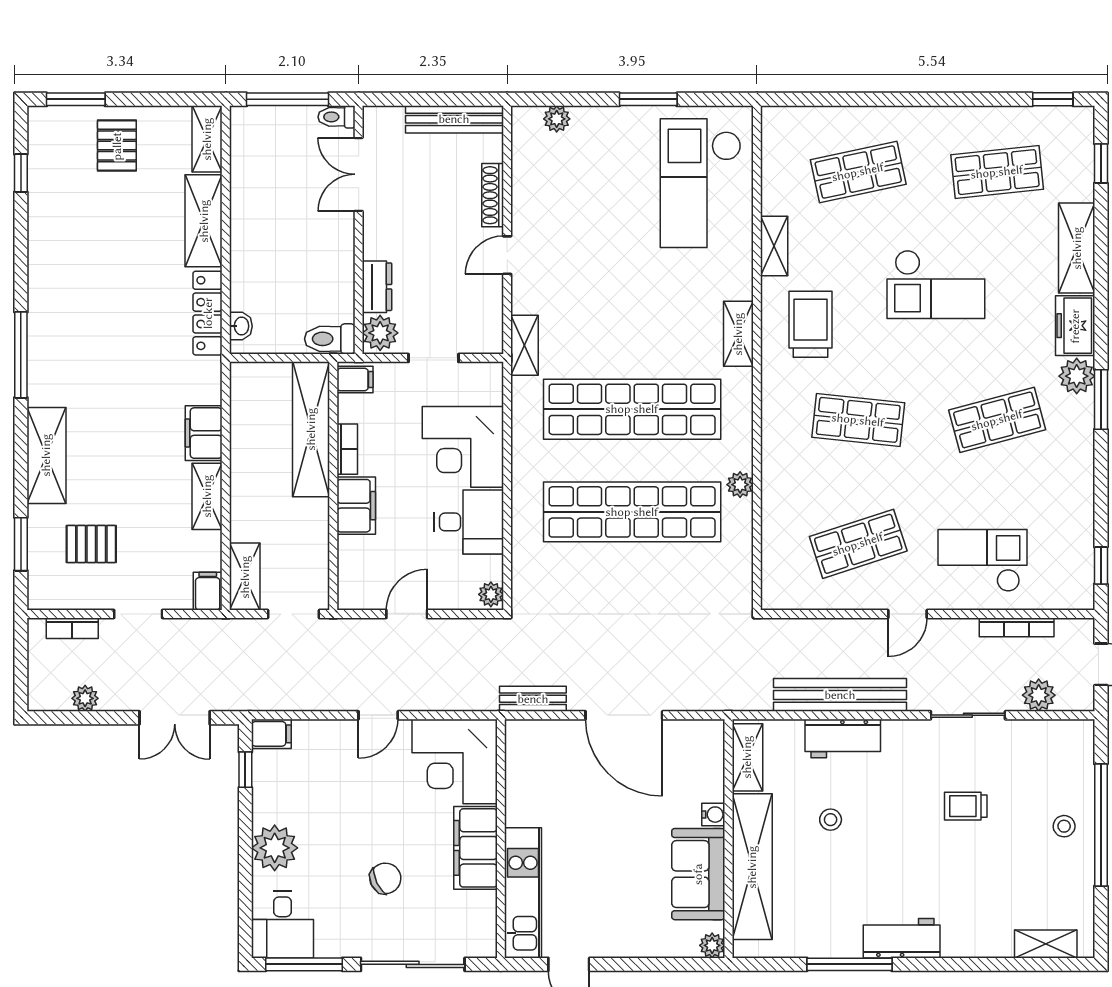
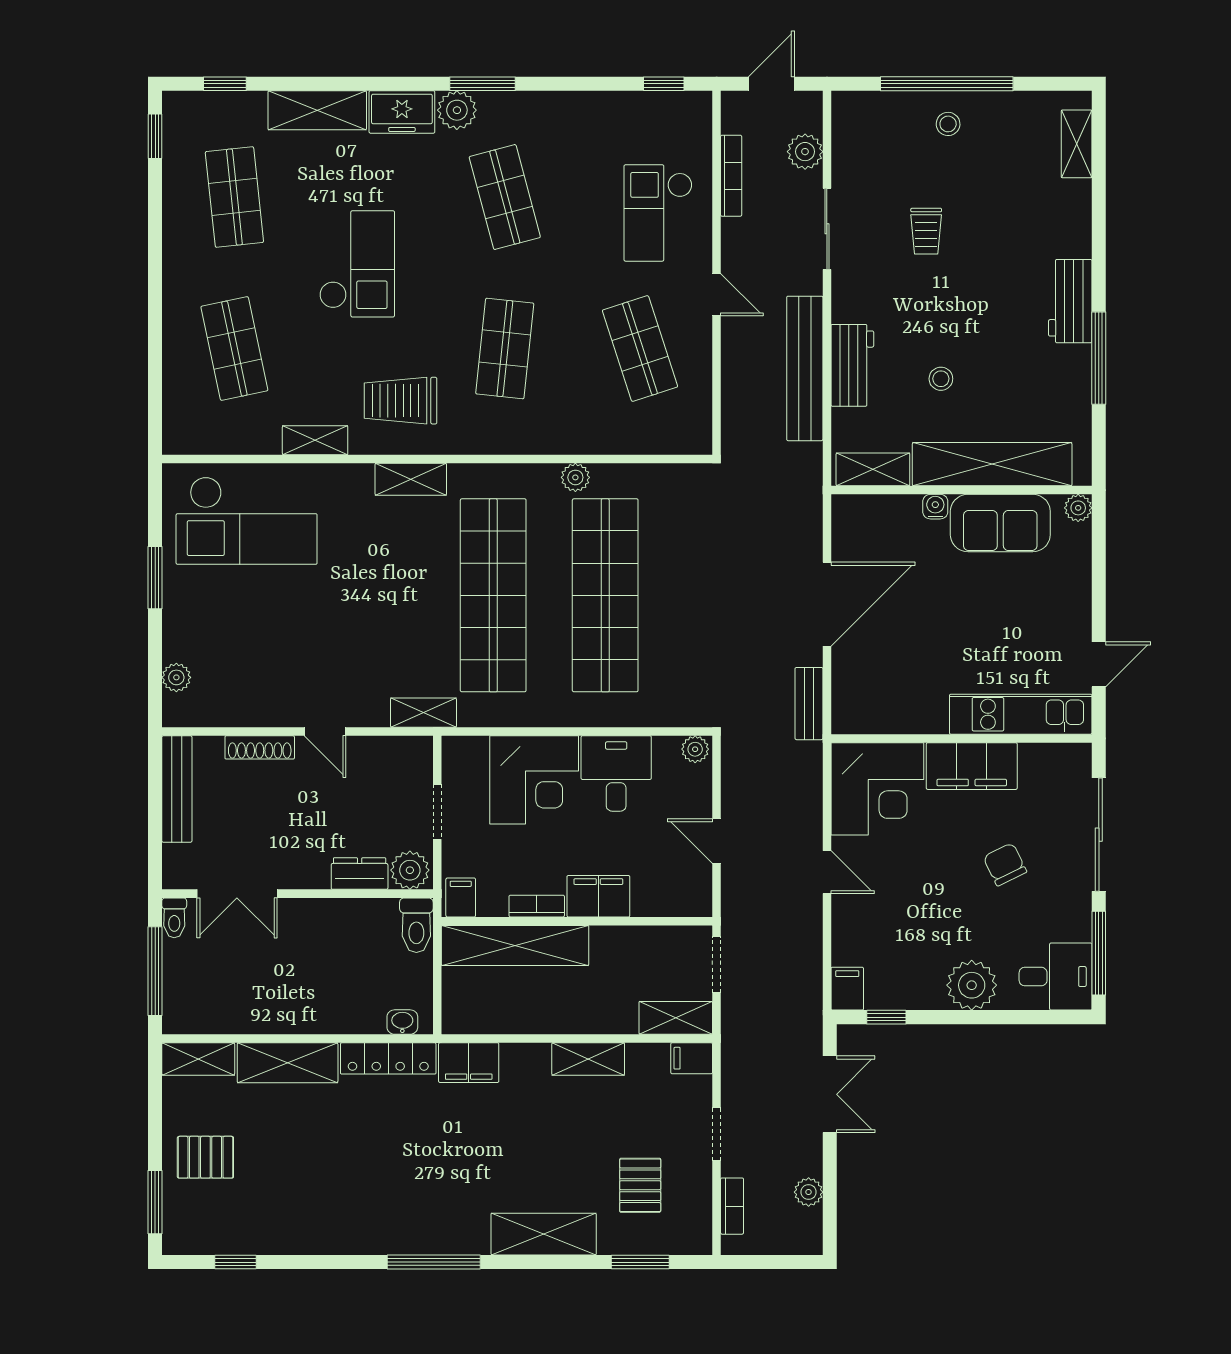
filing cabinet: (204, 433) -> (469, 1063), moved

